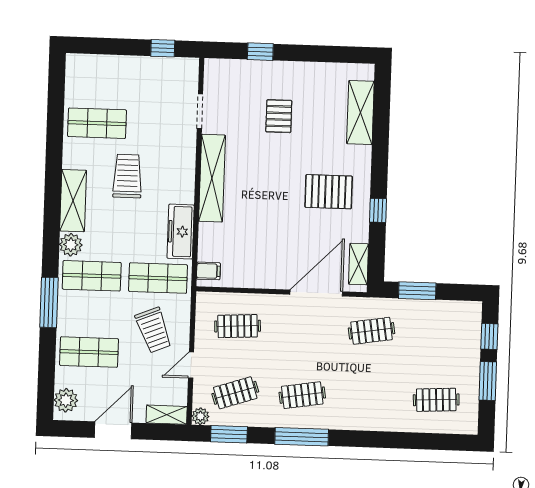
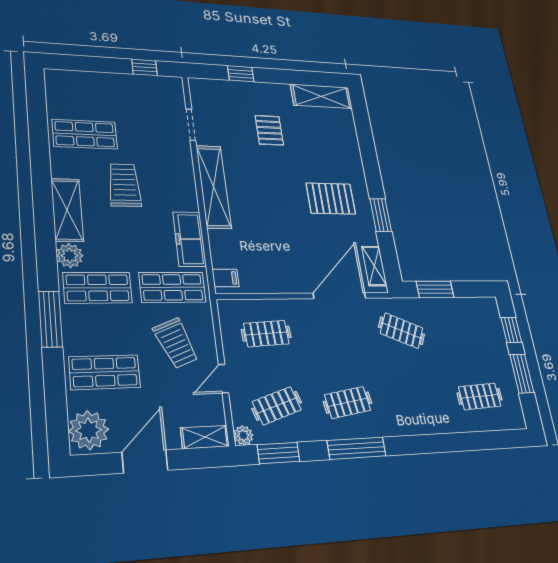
shelving: (360, 112) -> (321, 96), moved, turned 90
window: (378, 210) -> (381, 215), width x1.50
clothes rail: (372, 331) -> (402, 331), turned 33
plant: (66, 400) -> (89, 430), width x1.36, depth x1.36

